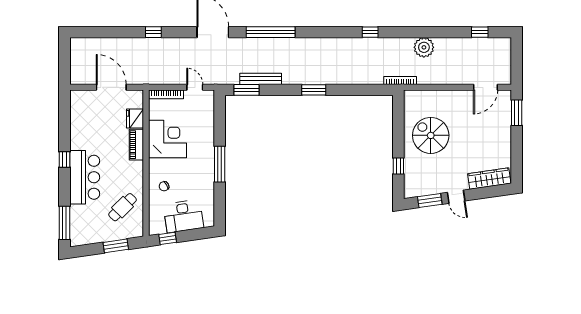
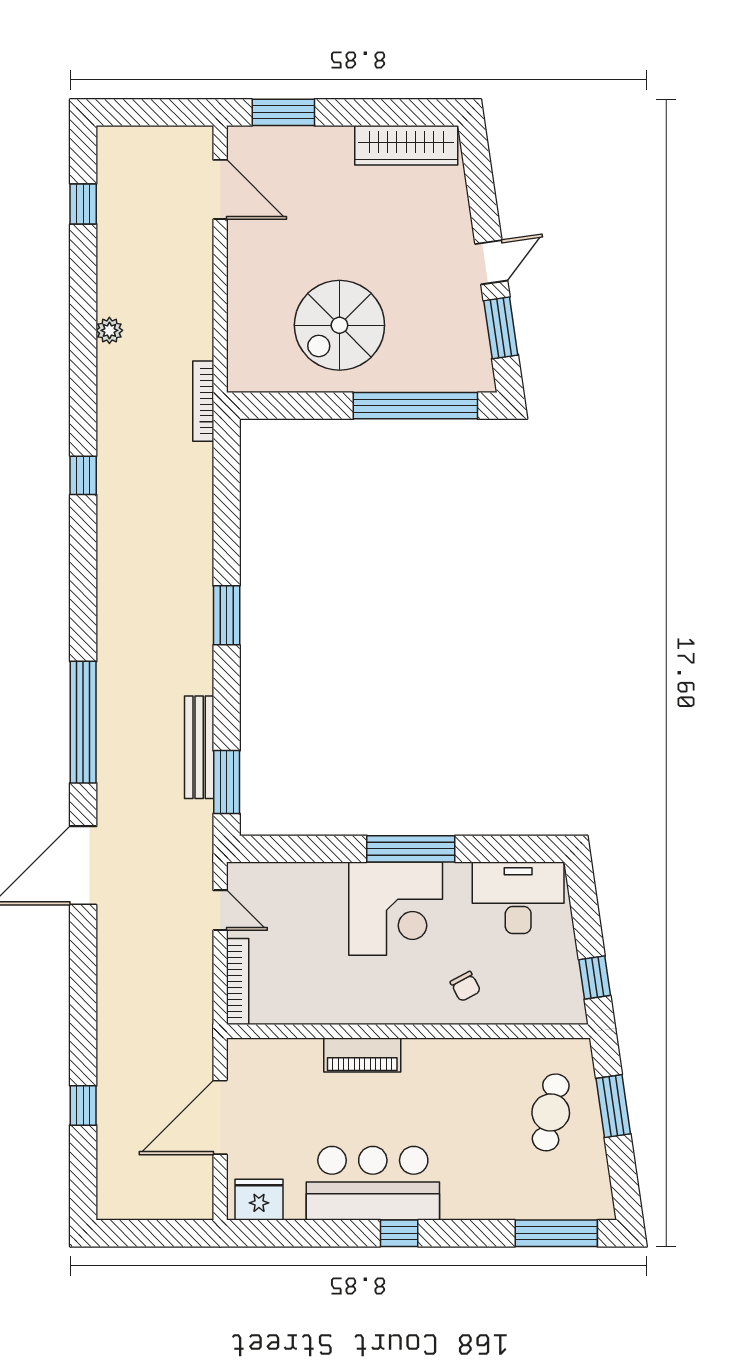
window: (153, 32) -> (83, 1105), moved
plant: (424, 47) -> (109, 330), width x0.53, depth x0.53
door: (195, 87) -> (220, 910), swing flipped
fridge: (135, 118) -> (259, 1200), moved, turned 180
corner desk: (167, 139) -> (396, 909), moved, turned 180
window: (398, 166) -> (415, 406), width x3.17
bar counter: (85, 177) -> (373, 1183), moved
wardrobe: (489, 178) -> (406, 145), moved, turned -82
cafe table: (123, 207) -> (551, 1112), moved, turned 56
desk: (183, 216) -> (518, 898), moved, turned -82

